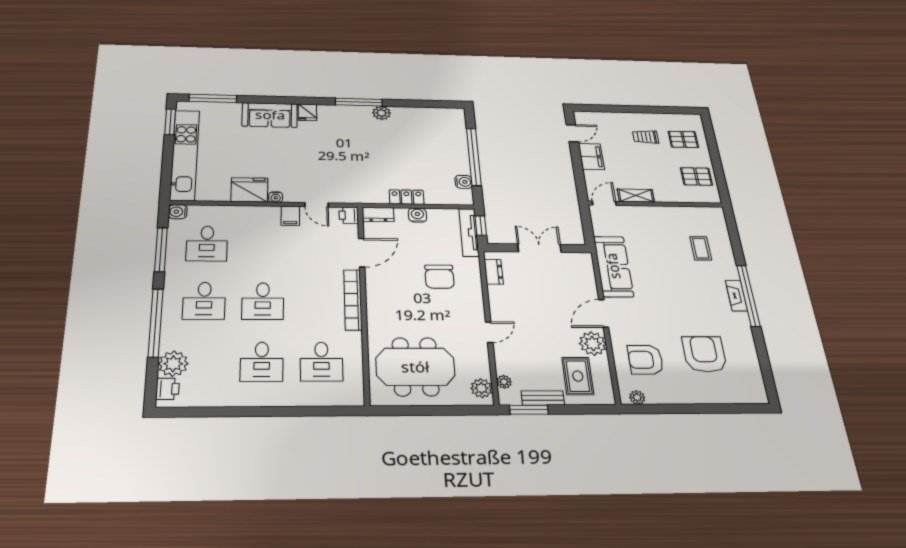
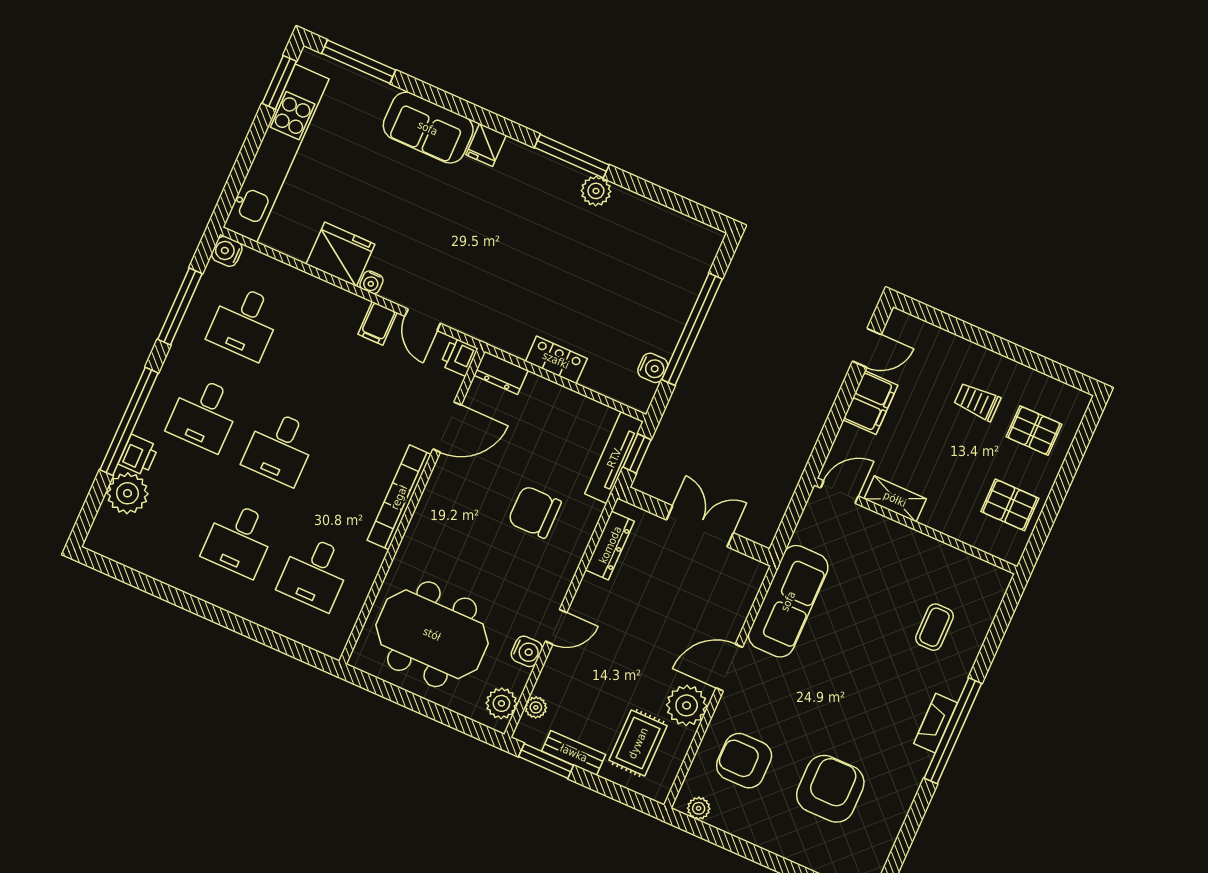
water cooler: (417, 215) -> (527, 651), moved, turned 90
dresser: (494, 272) -> (610, 545), width x1.44
chair: (439, 277) -> (534, 512), turned 90
printer: (168, 389) -> (138, 455), moved

